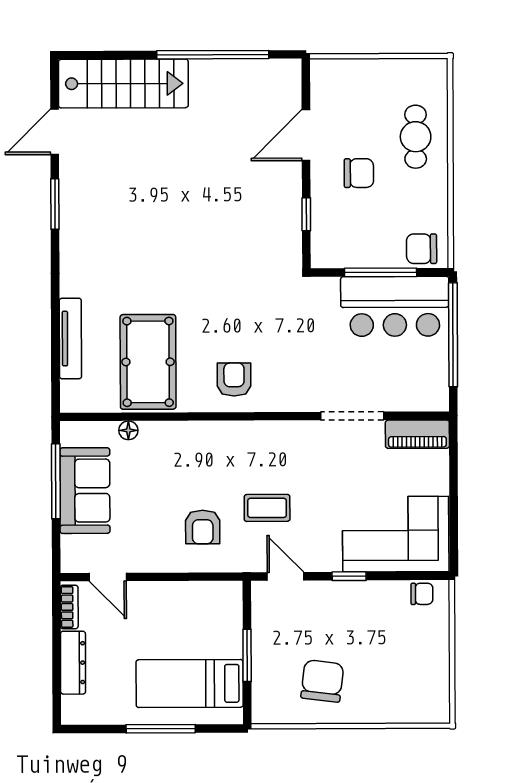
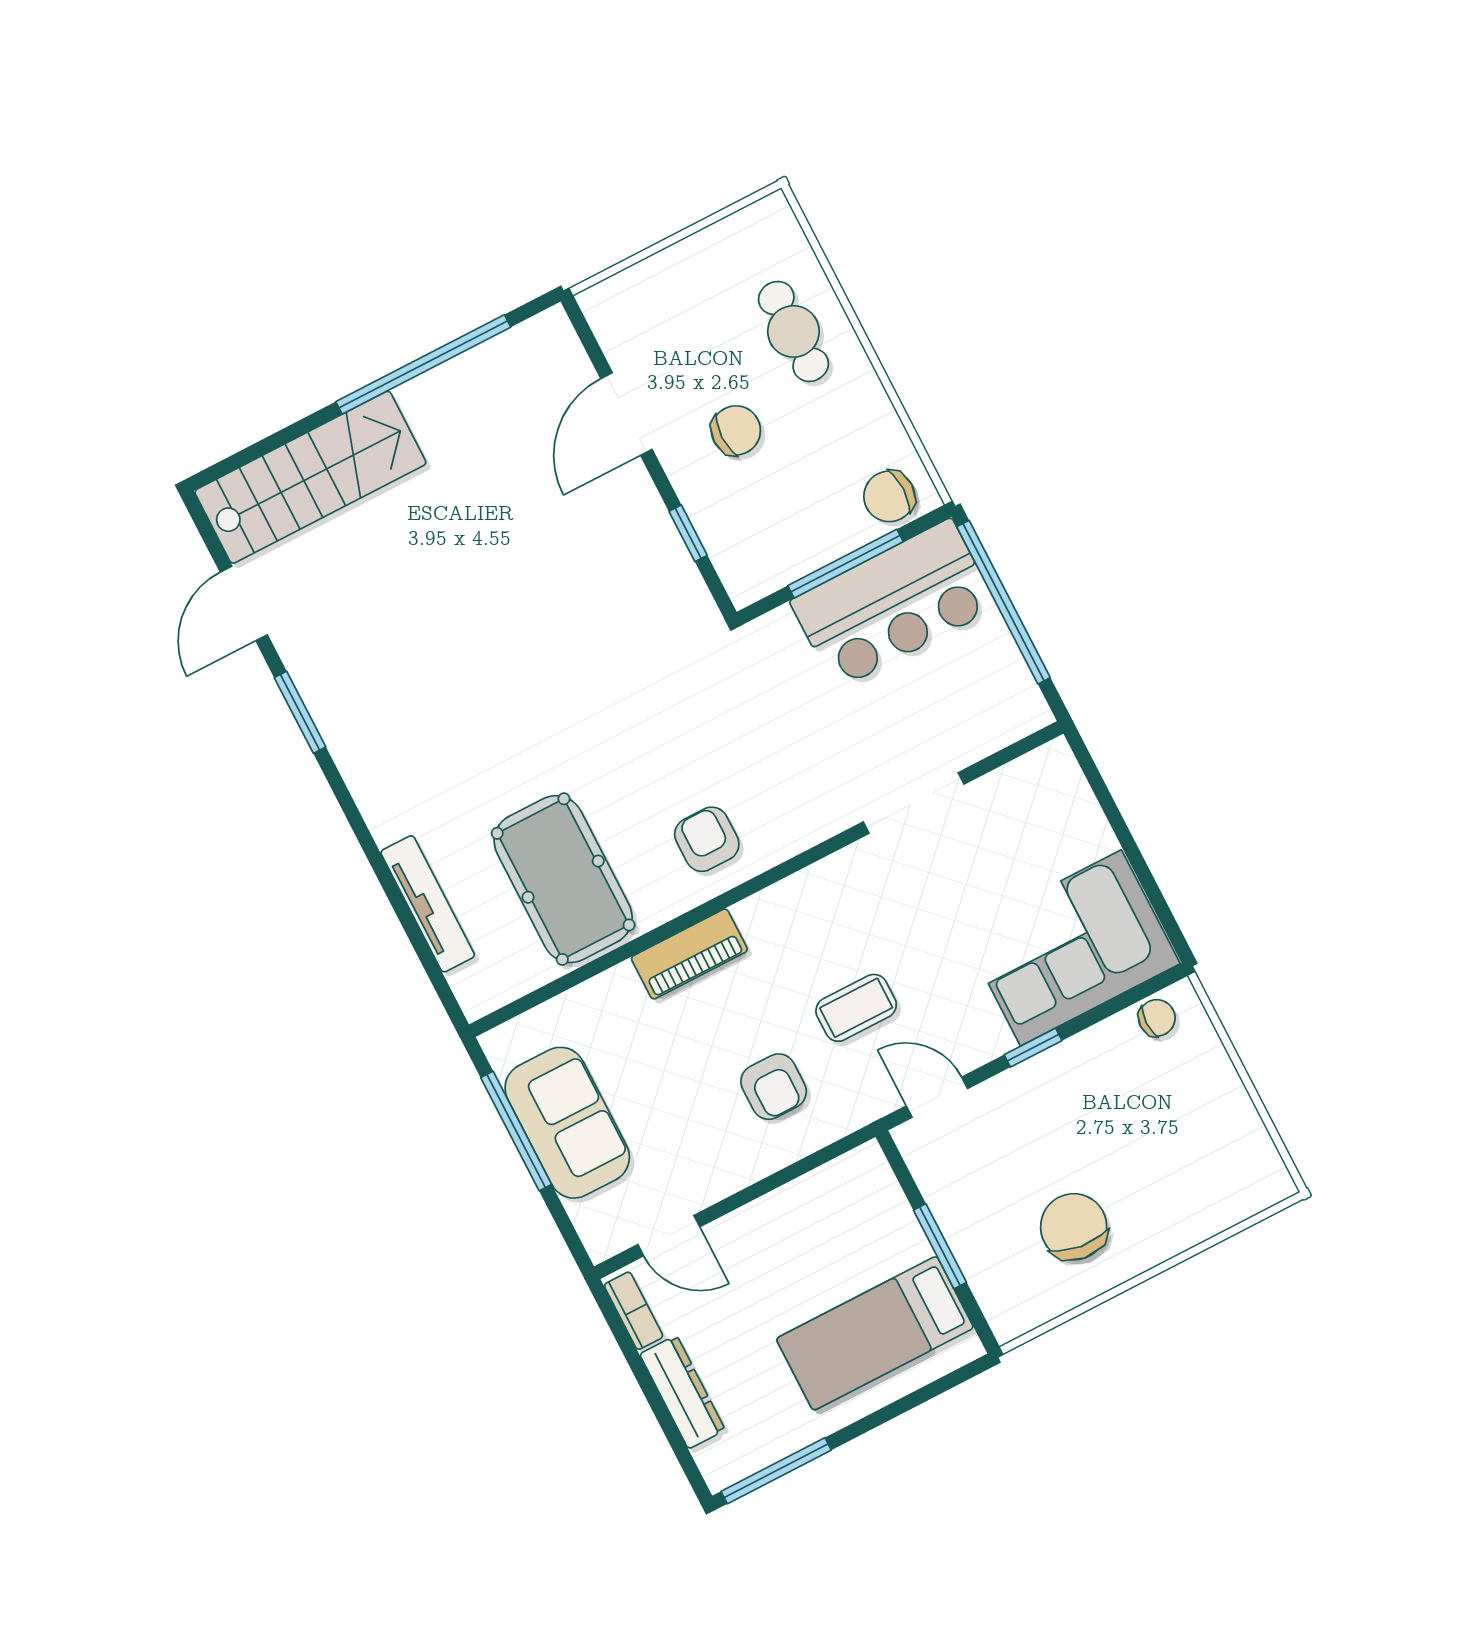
floor lamp: (128, 430) -> (586, 998), removed
piano: (417, 434) -> (689, 954), moved
window: (161, 729) -> (776, 1471), moved

